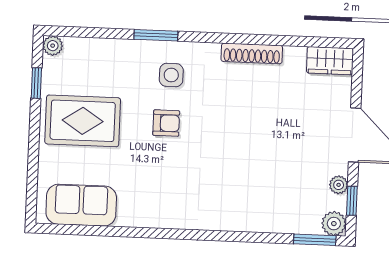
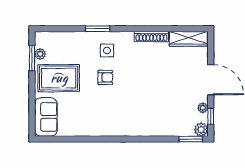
plant: (53, 46) -> (40, 54), moved
wardrobe: (330, 61) -> (189, 39), width x1.50
window: (36, 83) -> (32, 58), width x1.50
sofa: (81, 205) -> (46, 117), moved, turned 90

